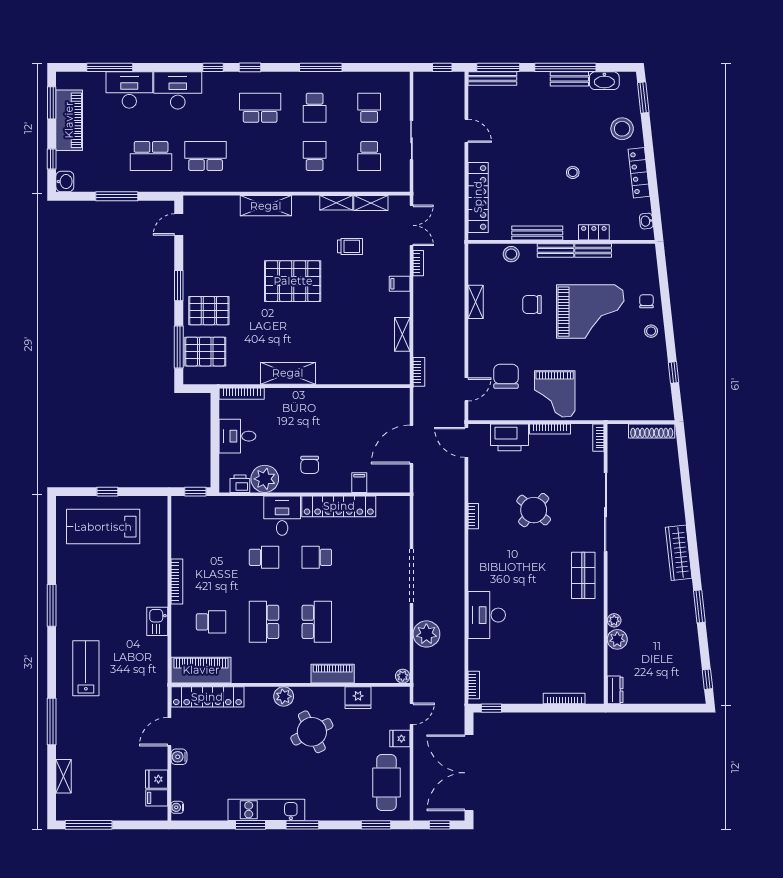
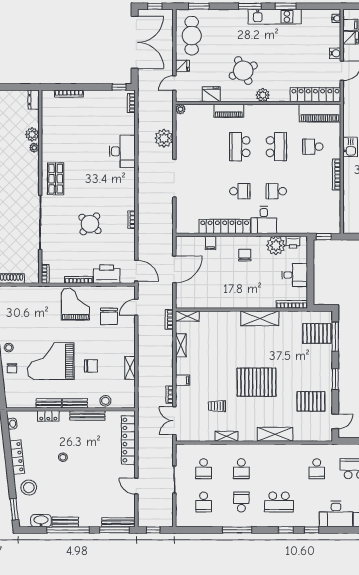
school desk: (206, 156) -> (317, 469), width x0.54
school desk: (369, 156) -> (204, 469), turned 180
shelving: (371, 203) -> (187, 316), moved
pallet: (209, 311) -> (311, 401), moved

